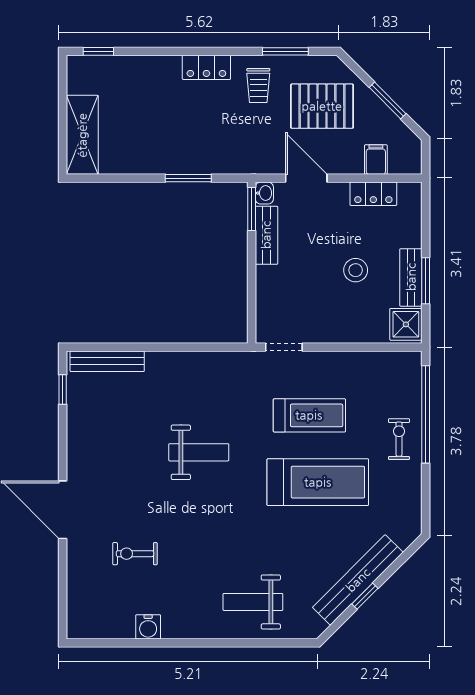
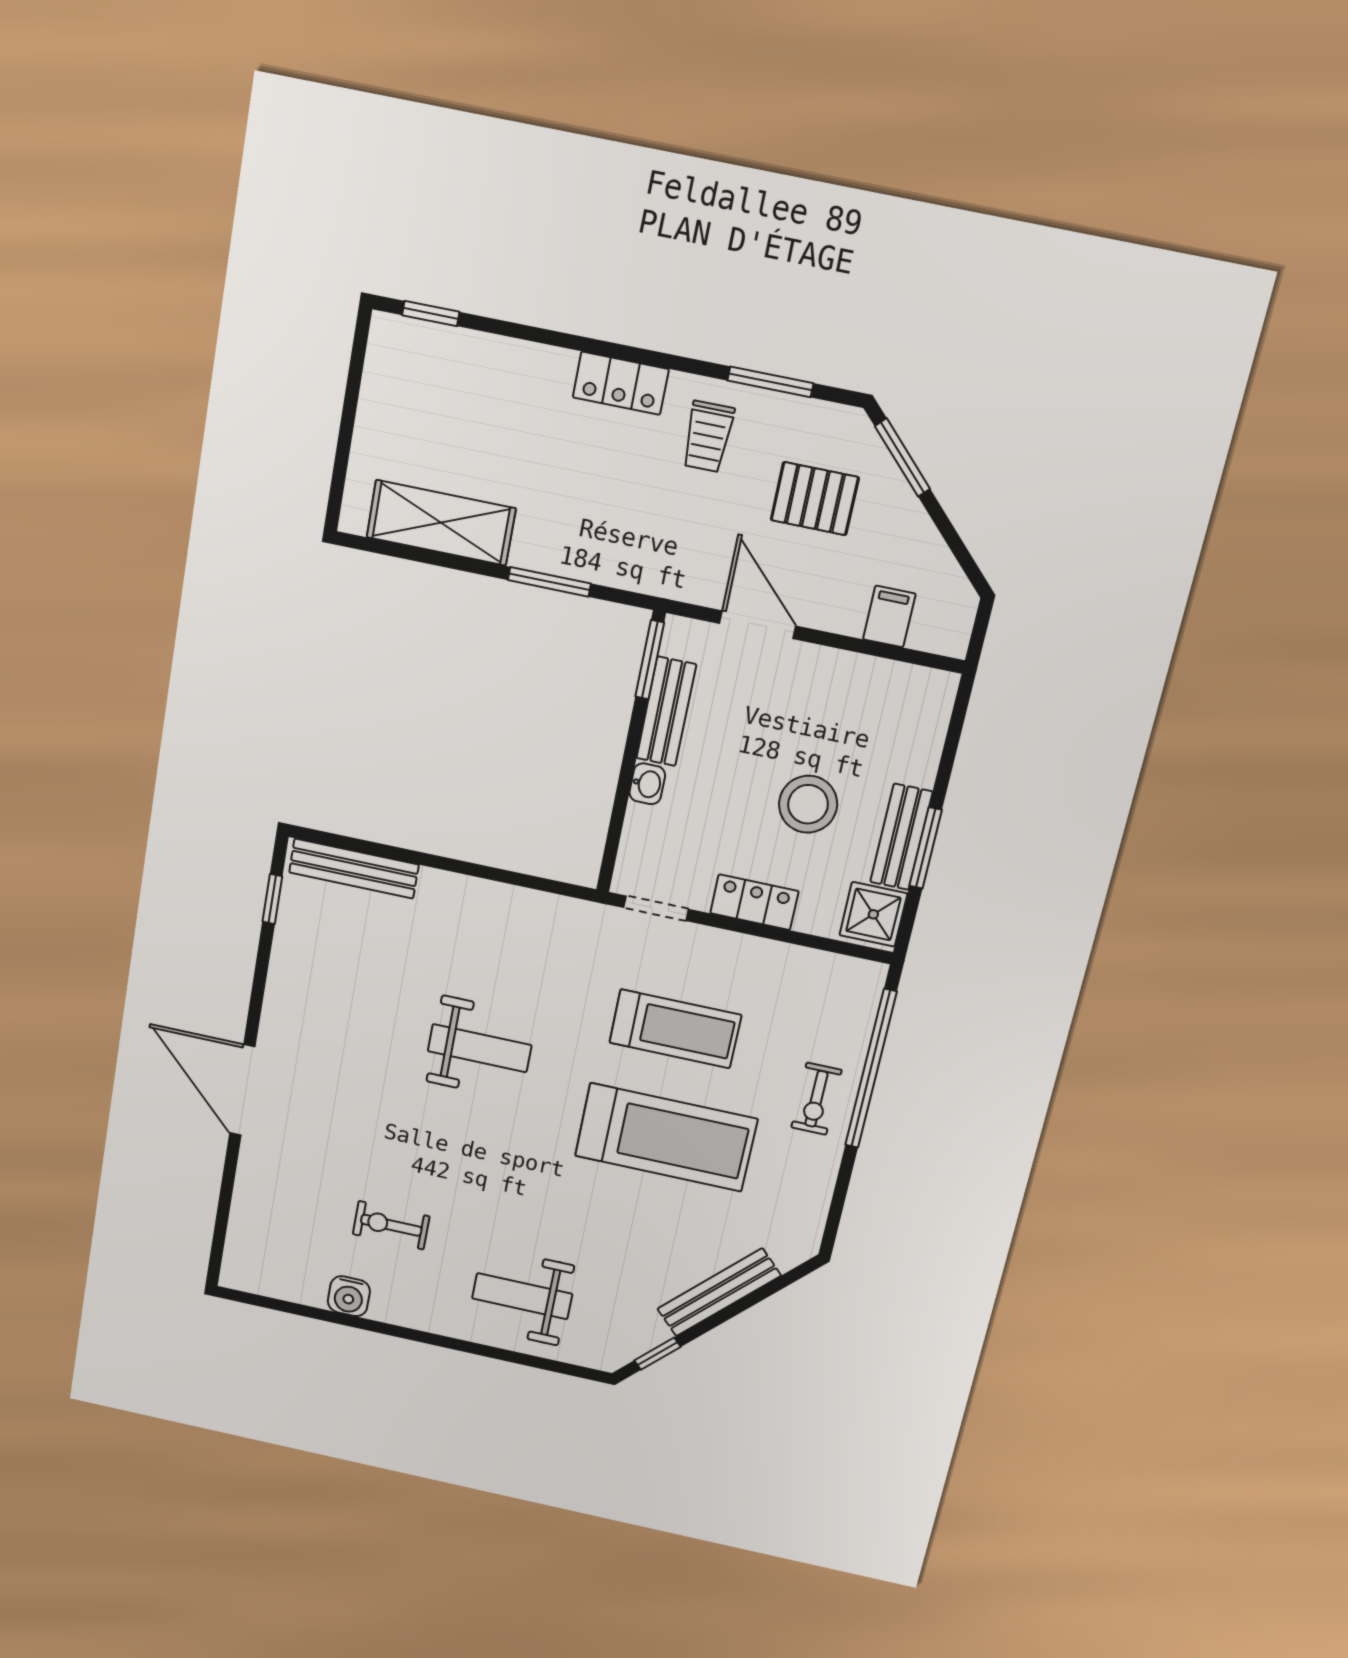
window: (388, 101) -> (902, 457), moved
pallet: (322, 106) -> (815, 499), width x0.67, depth x0.71
shelving: (82, 135) -> (441, 523), moved, turned 90
washbasin: (264, 193) -> (647, 784), moved
locker: (373, 194) -> (754, 902), moved, turned 180
stool: (356, 270) -> (808, 804), width x1.38, depth x1.38
exercise bike: (399, 439) -> (816, 1099), turned 180
exercise bike: (135, 554) -> (391, 1225), moved
bench: (358, 580) -> (719, 1292), width x0.73, depth x0.82
window: (365, 596) -> (657, 1354), moved

